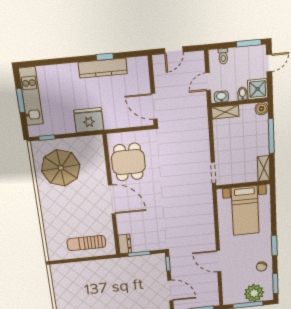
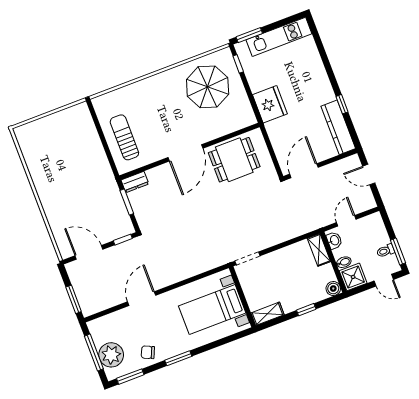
toilet: (223, 56) -> (385, 251), moved
kitchen counter: (103, 68) -> (338, 127), moved
door: (208, 82) -> (346, 221), hinge flipped
window: (21, 101) -> (249, 35), moved
window: (271, 136) -> (306, 310), width x0.46
door: (170, 290) -> (89, 252), swing flipped

